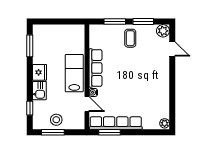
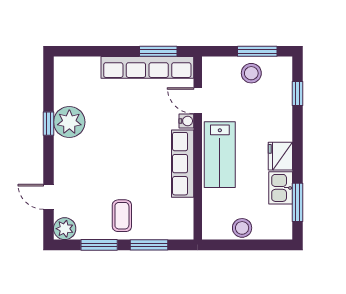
stool: (62, 31) -> (242, 228), added
kitchen sink: (39, 91) -> (281, 188), moved
window: (172, 91) -> (48, 124), added
plant: (165, 123) -> (69, 122), moved, width x1.87, depth x1.87

